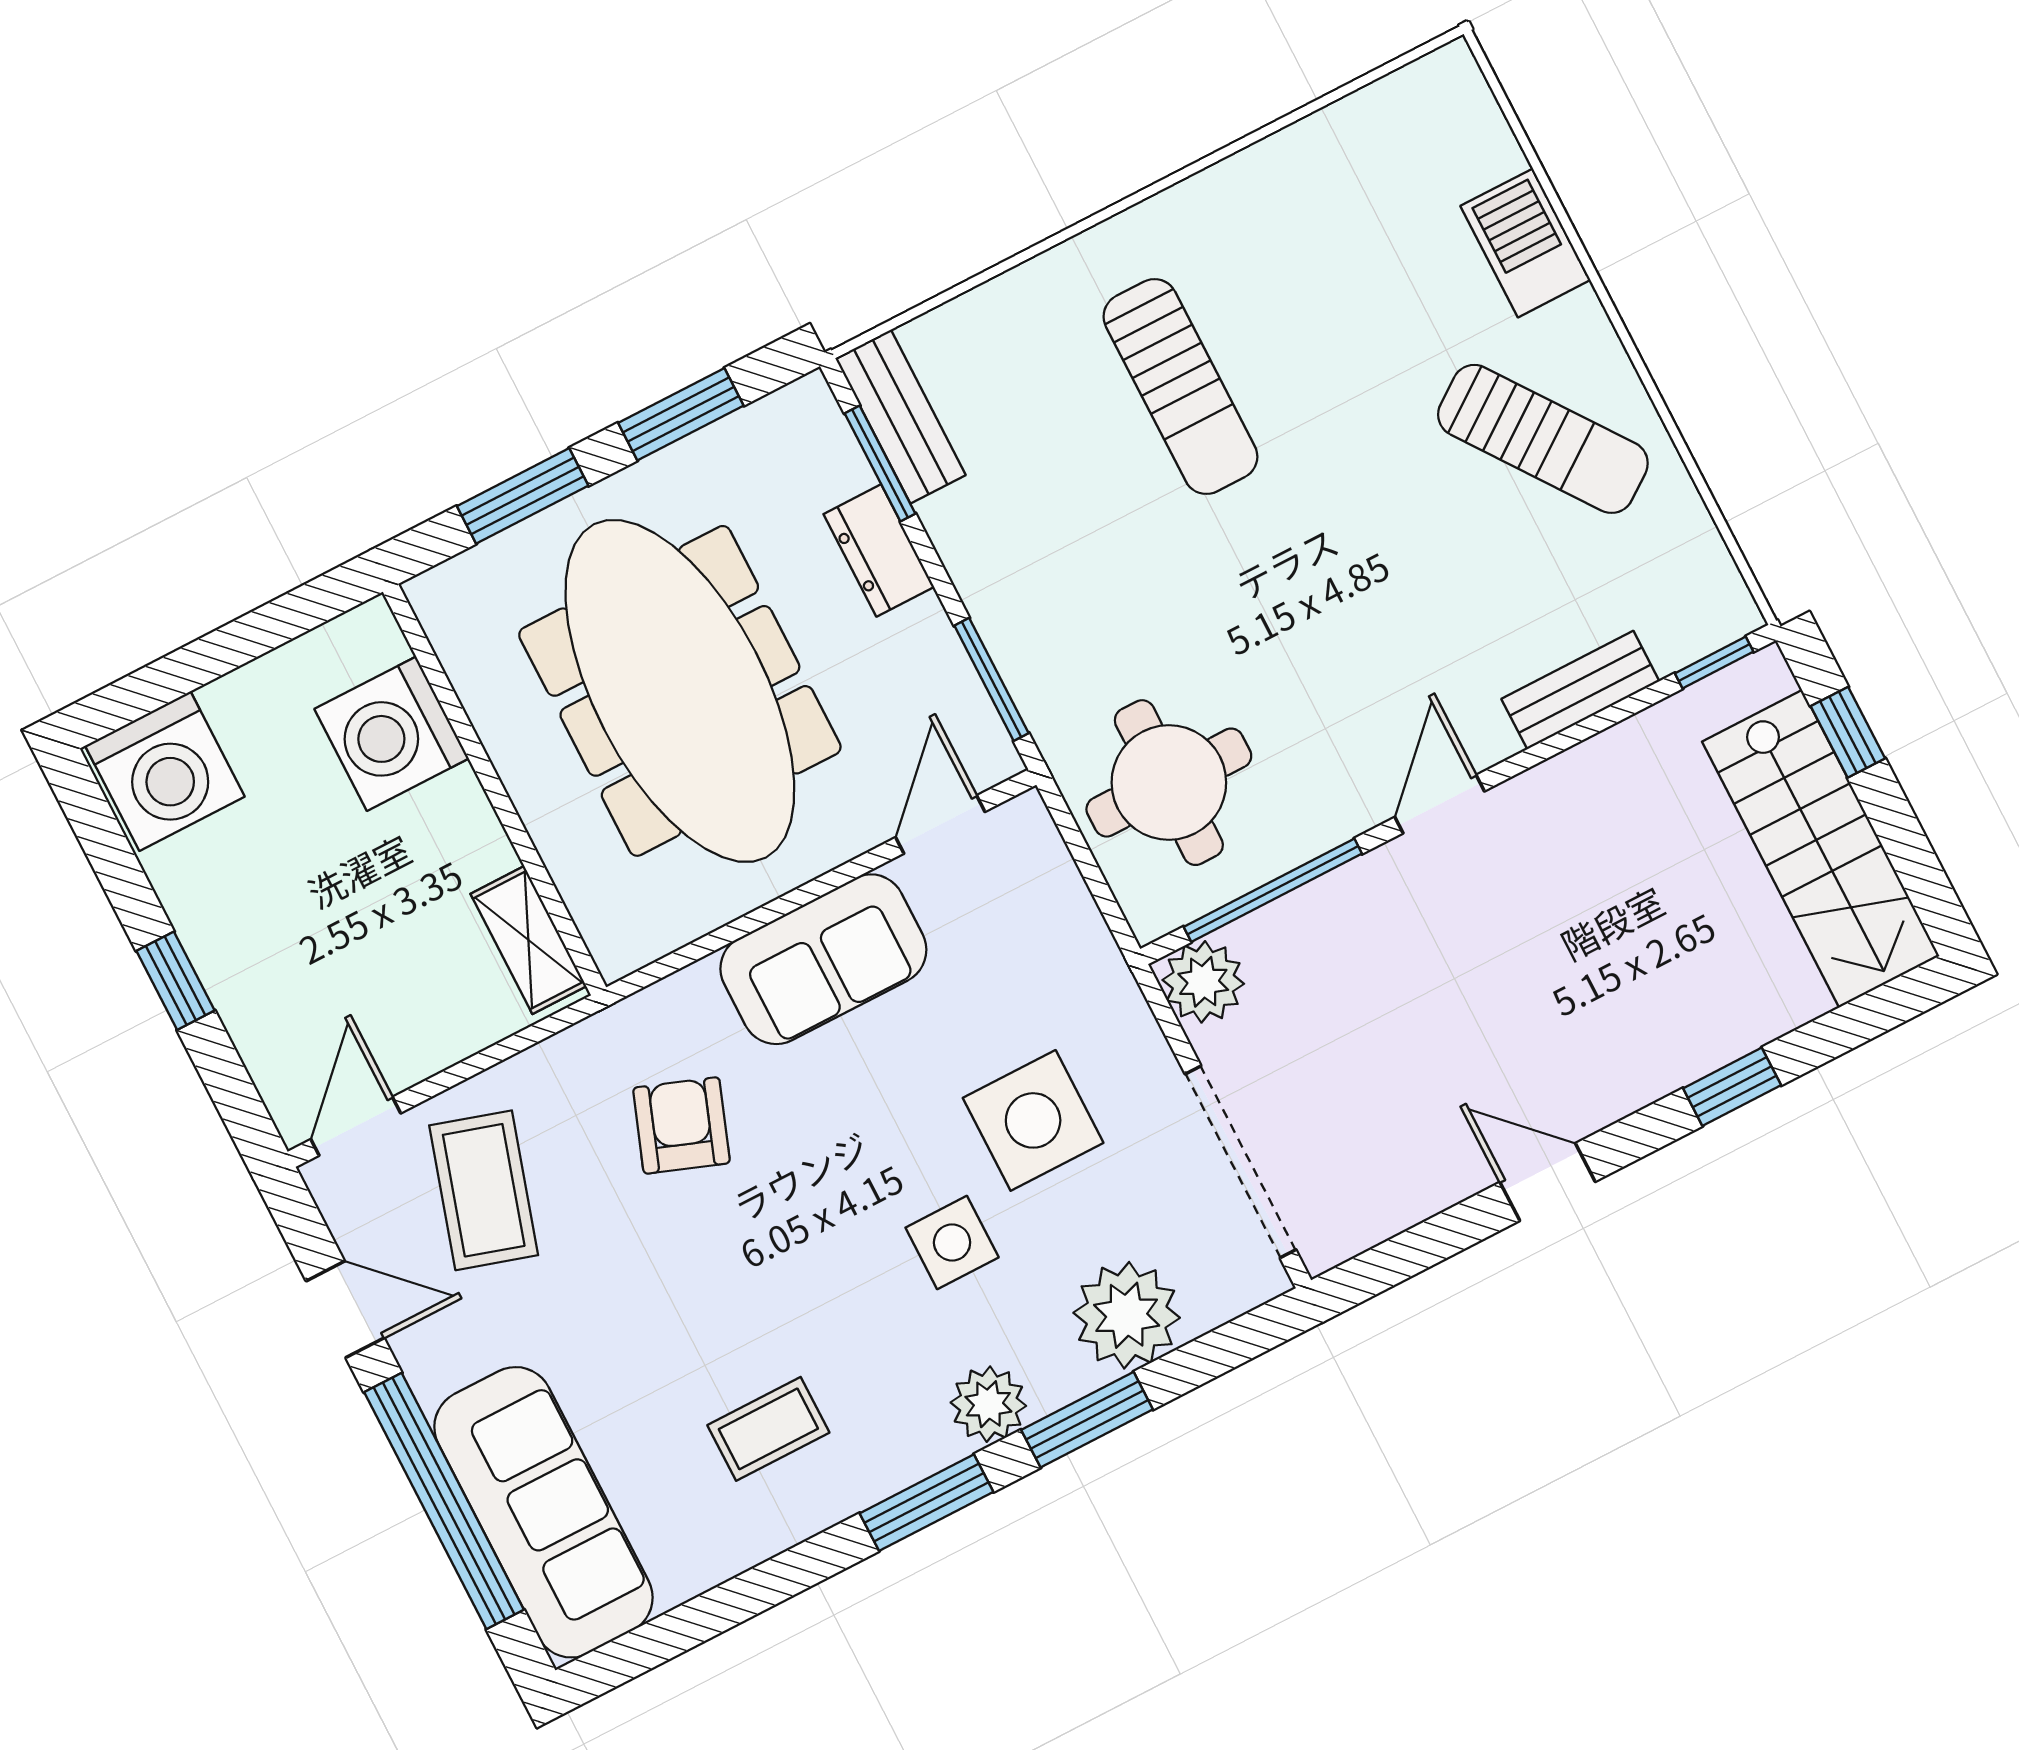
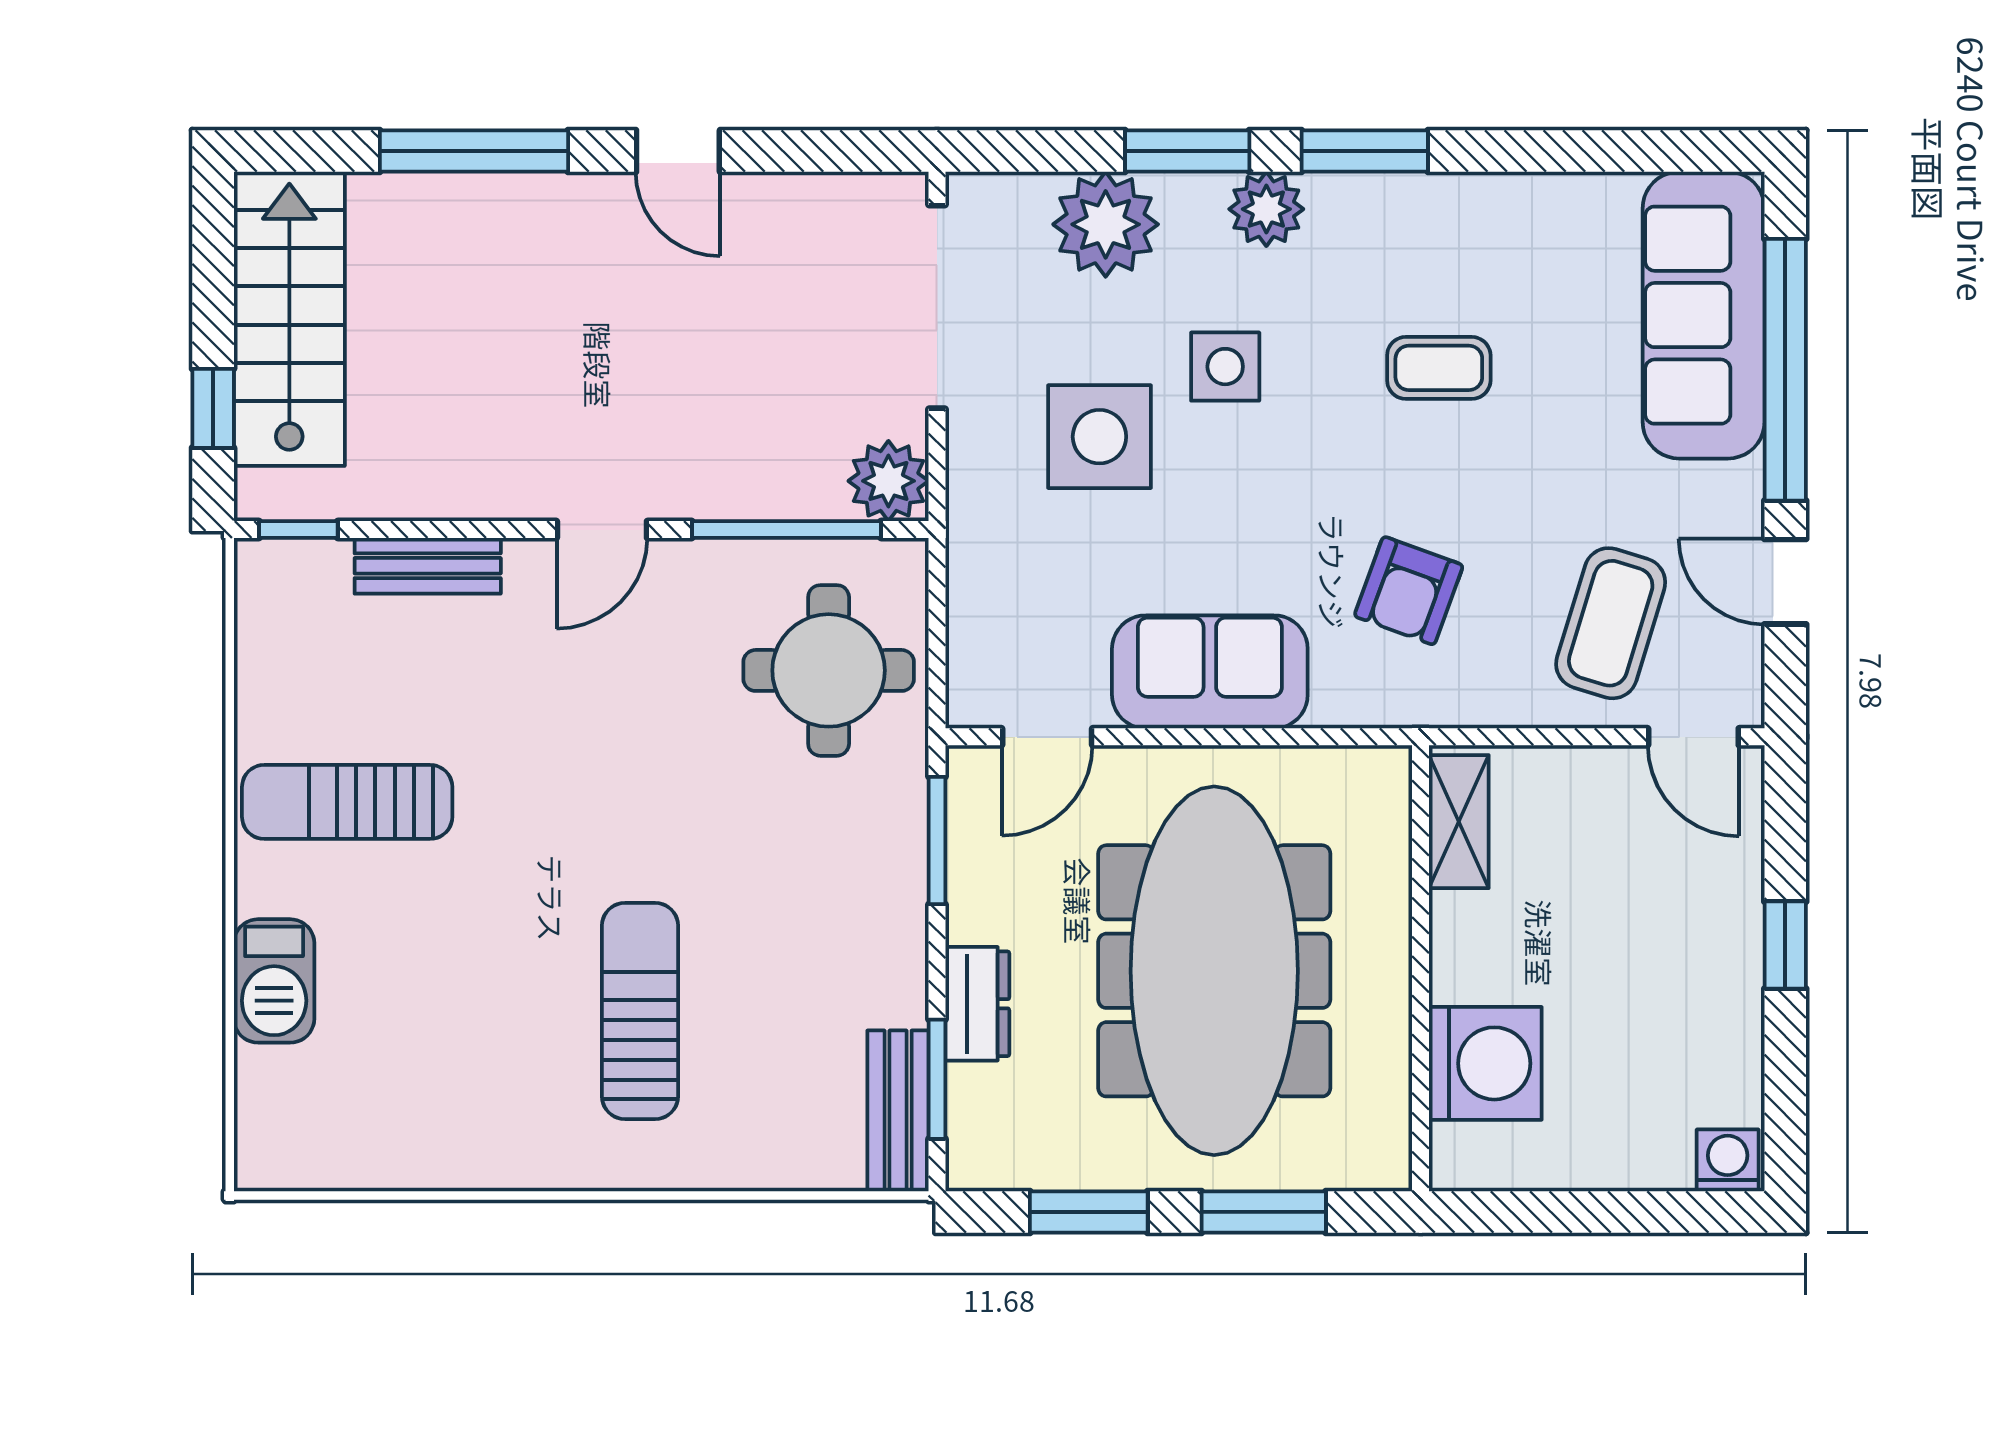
sun lounger: (1543, 439) -> (347, 802), turned -54
washing machine: (165, 771) -> (1728, 1160), width x0.53, depth x0.53
window: (1732, 1087) -> (474, 151), width x2.17
door: (356, 1126) -> (1693, 737), hinge flipped
coffee table: (768, 1429) -> (1439, 368), moved

